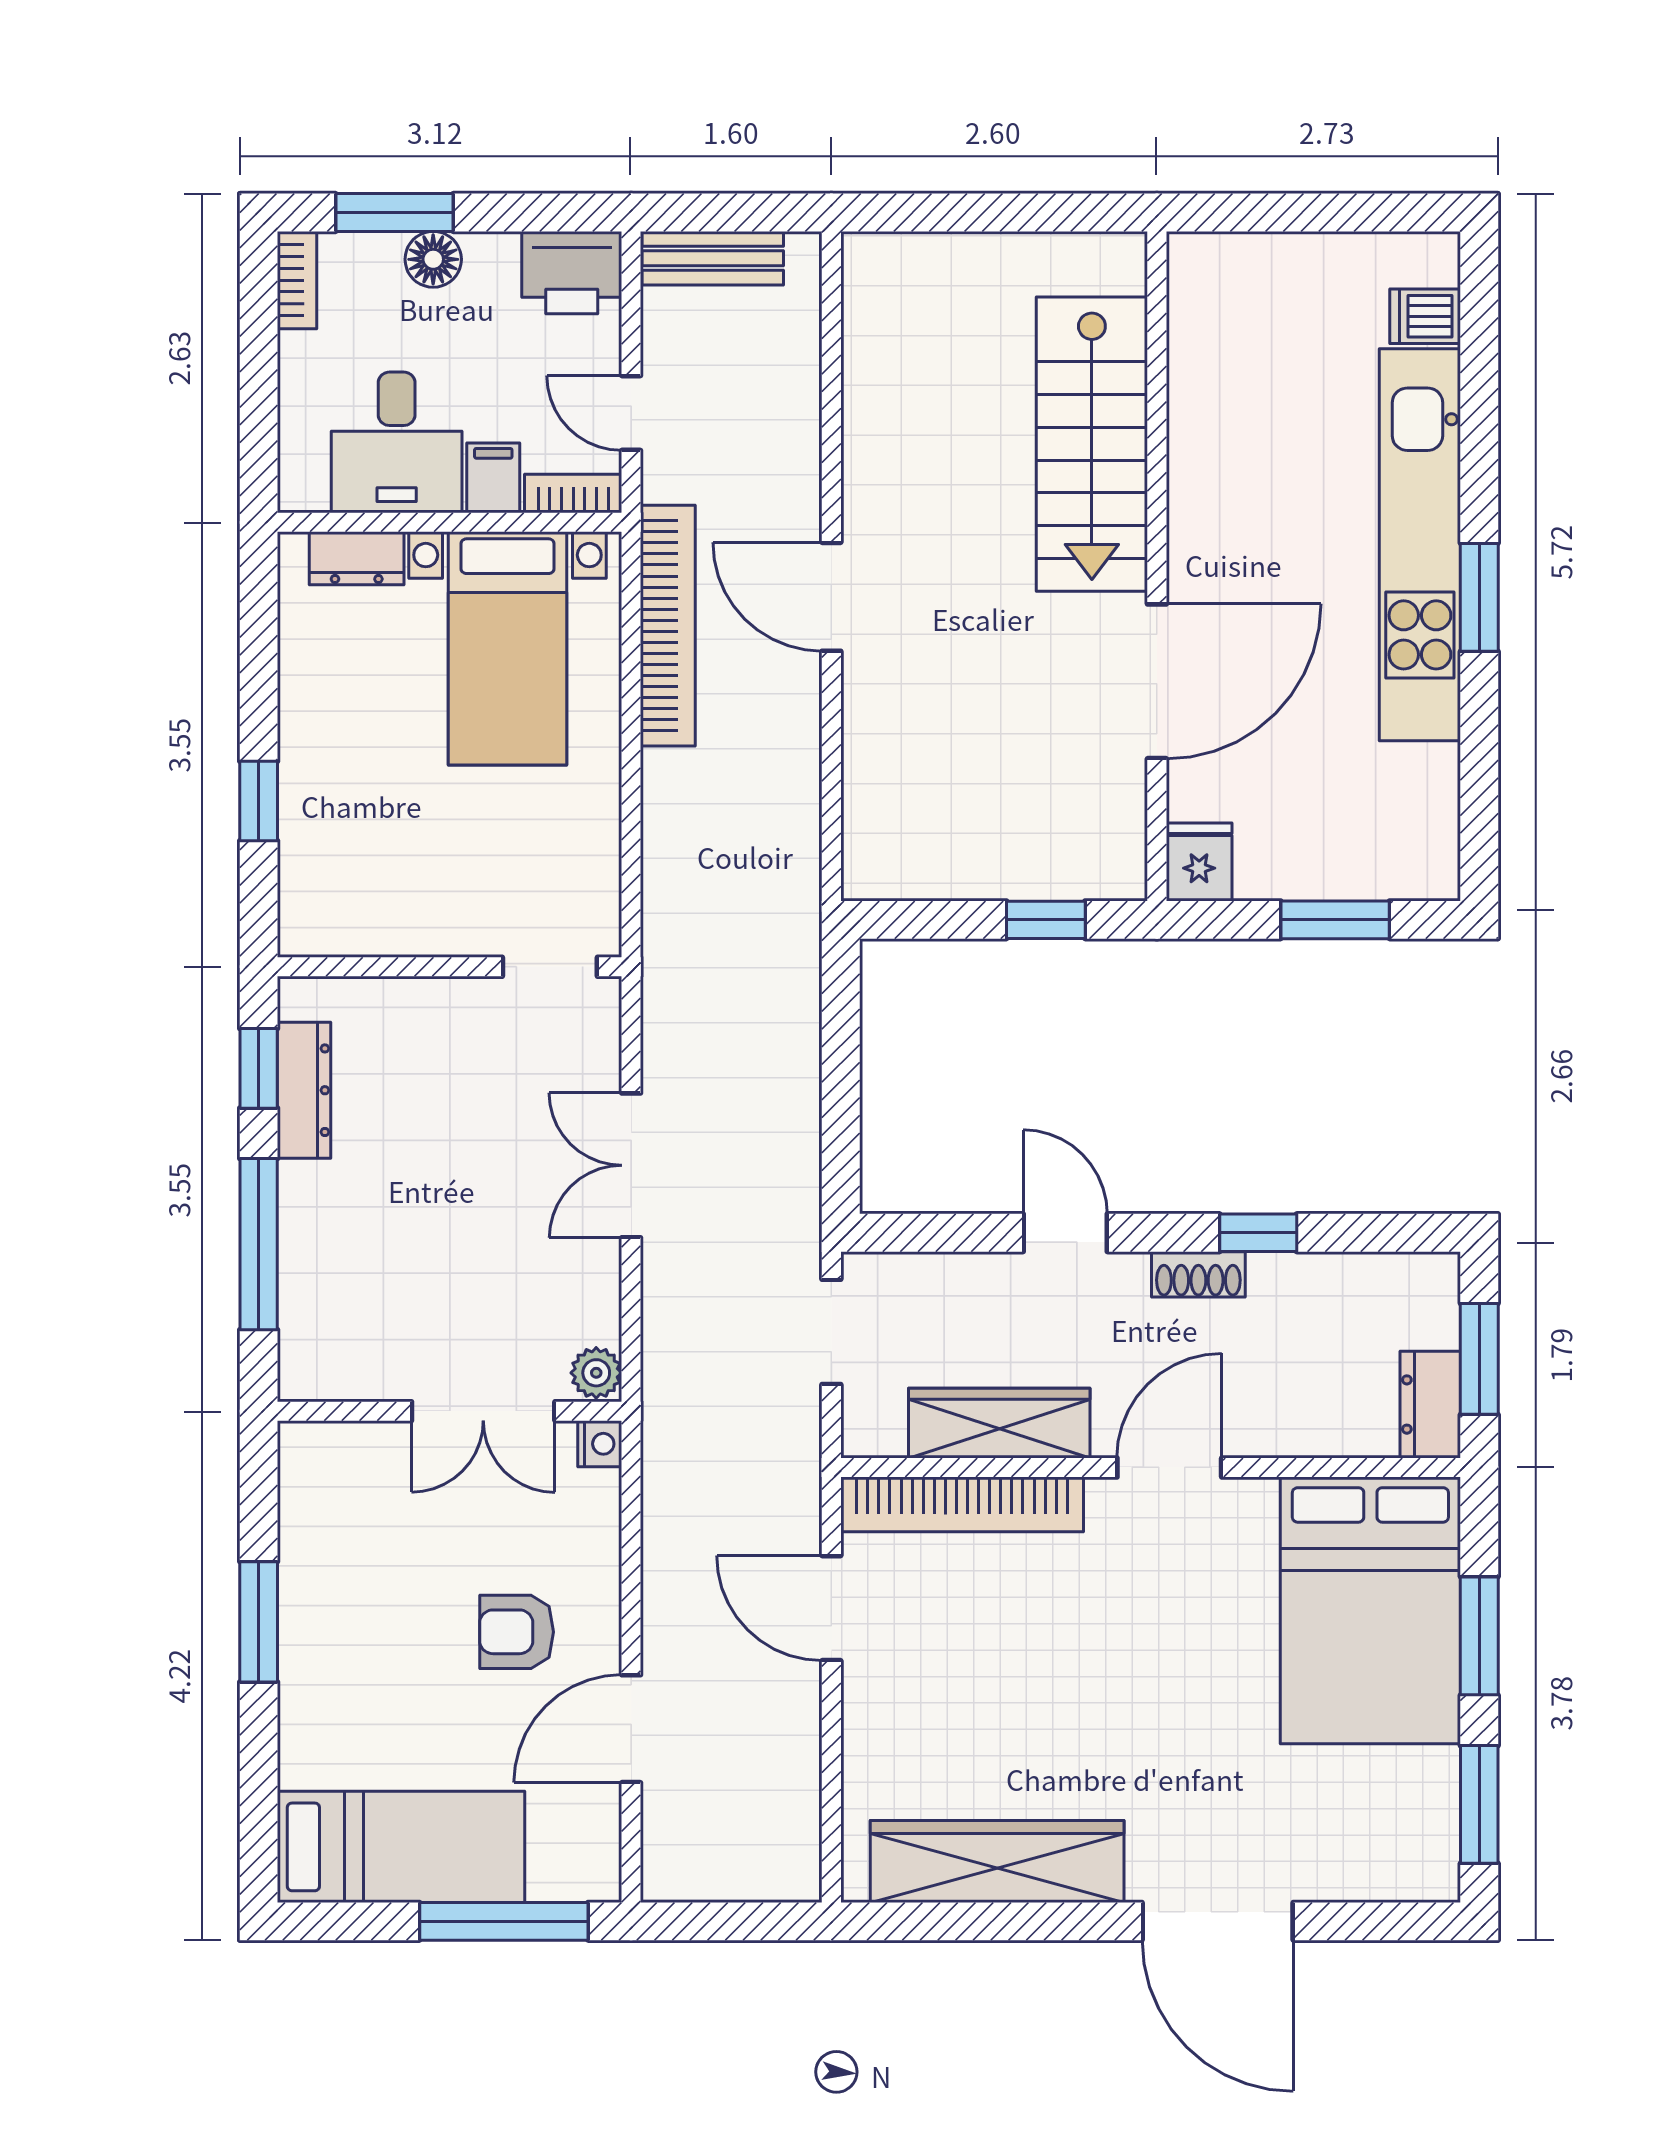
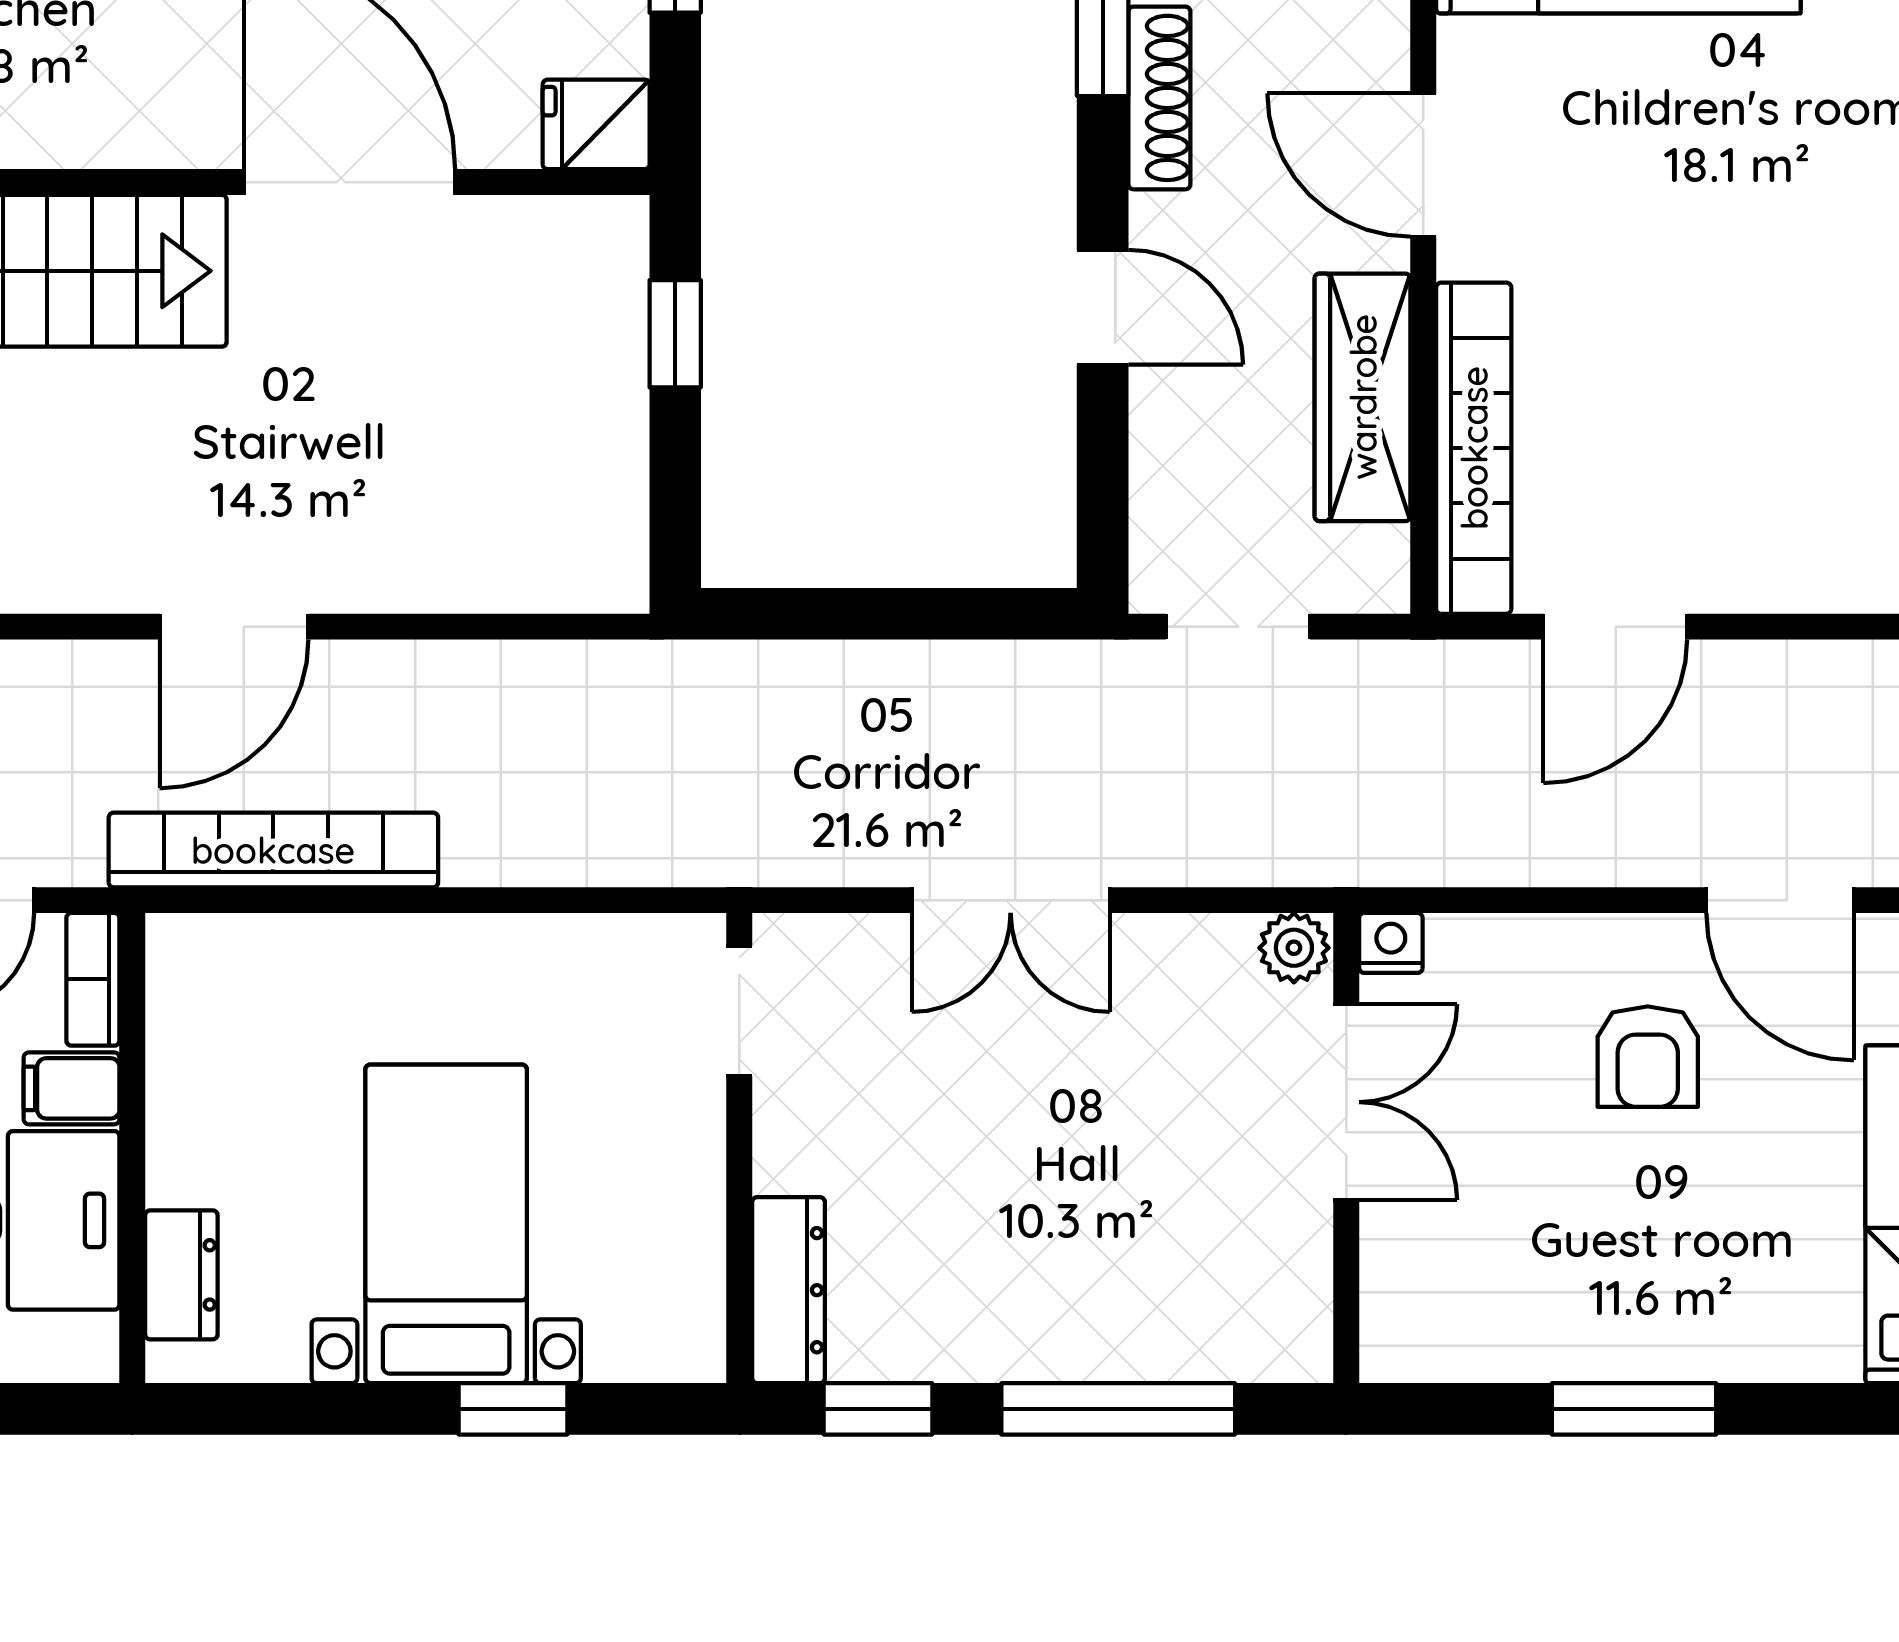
bed with nightstands: (508, 648) -> (446, 1224), moved, turned -90
dresser: (304, 1090) -> (789, 1290), moved, turned 90
door: (1065, 1233) -> (1103, 307), swing flipped
shoe rack: (1198, 1274) -> (1159, 98), width x1.43

